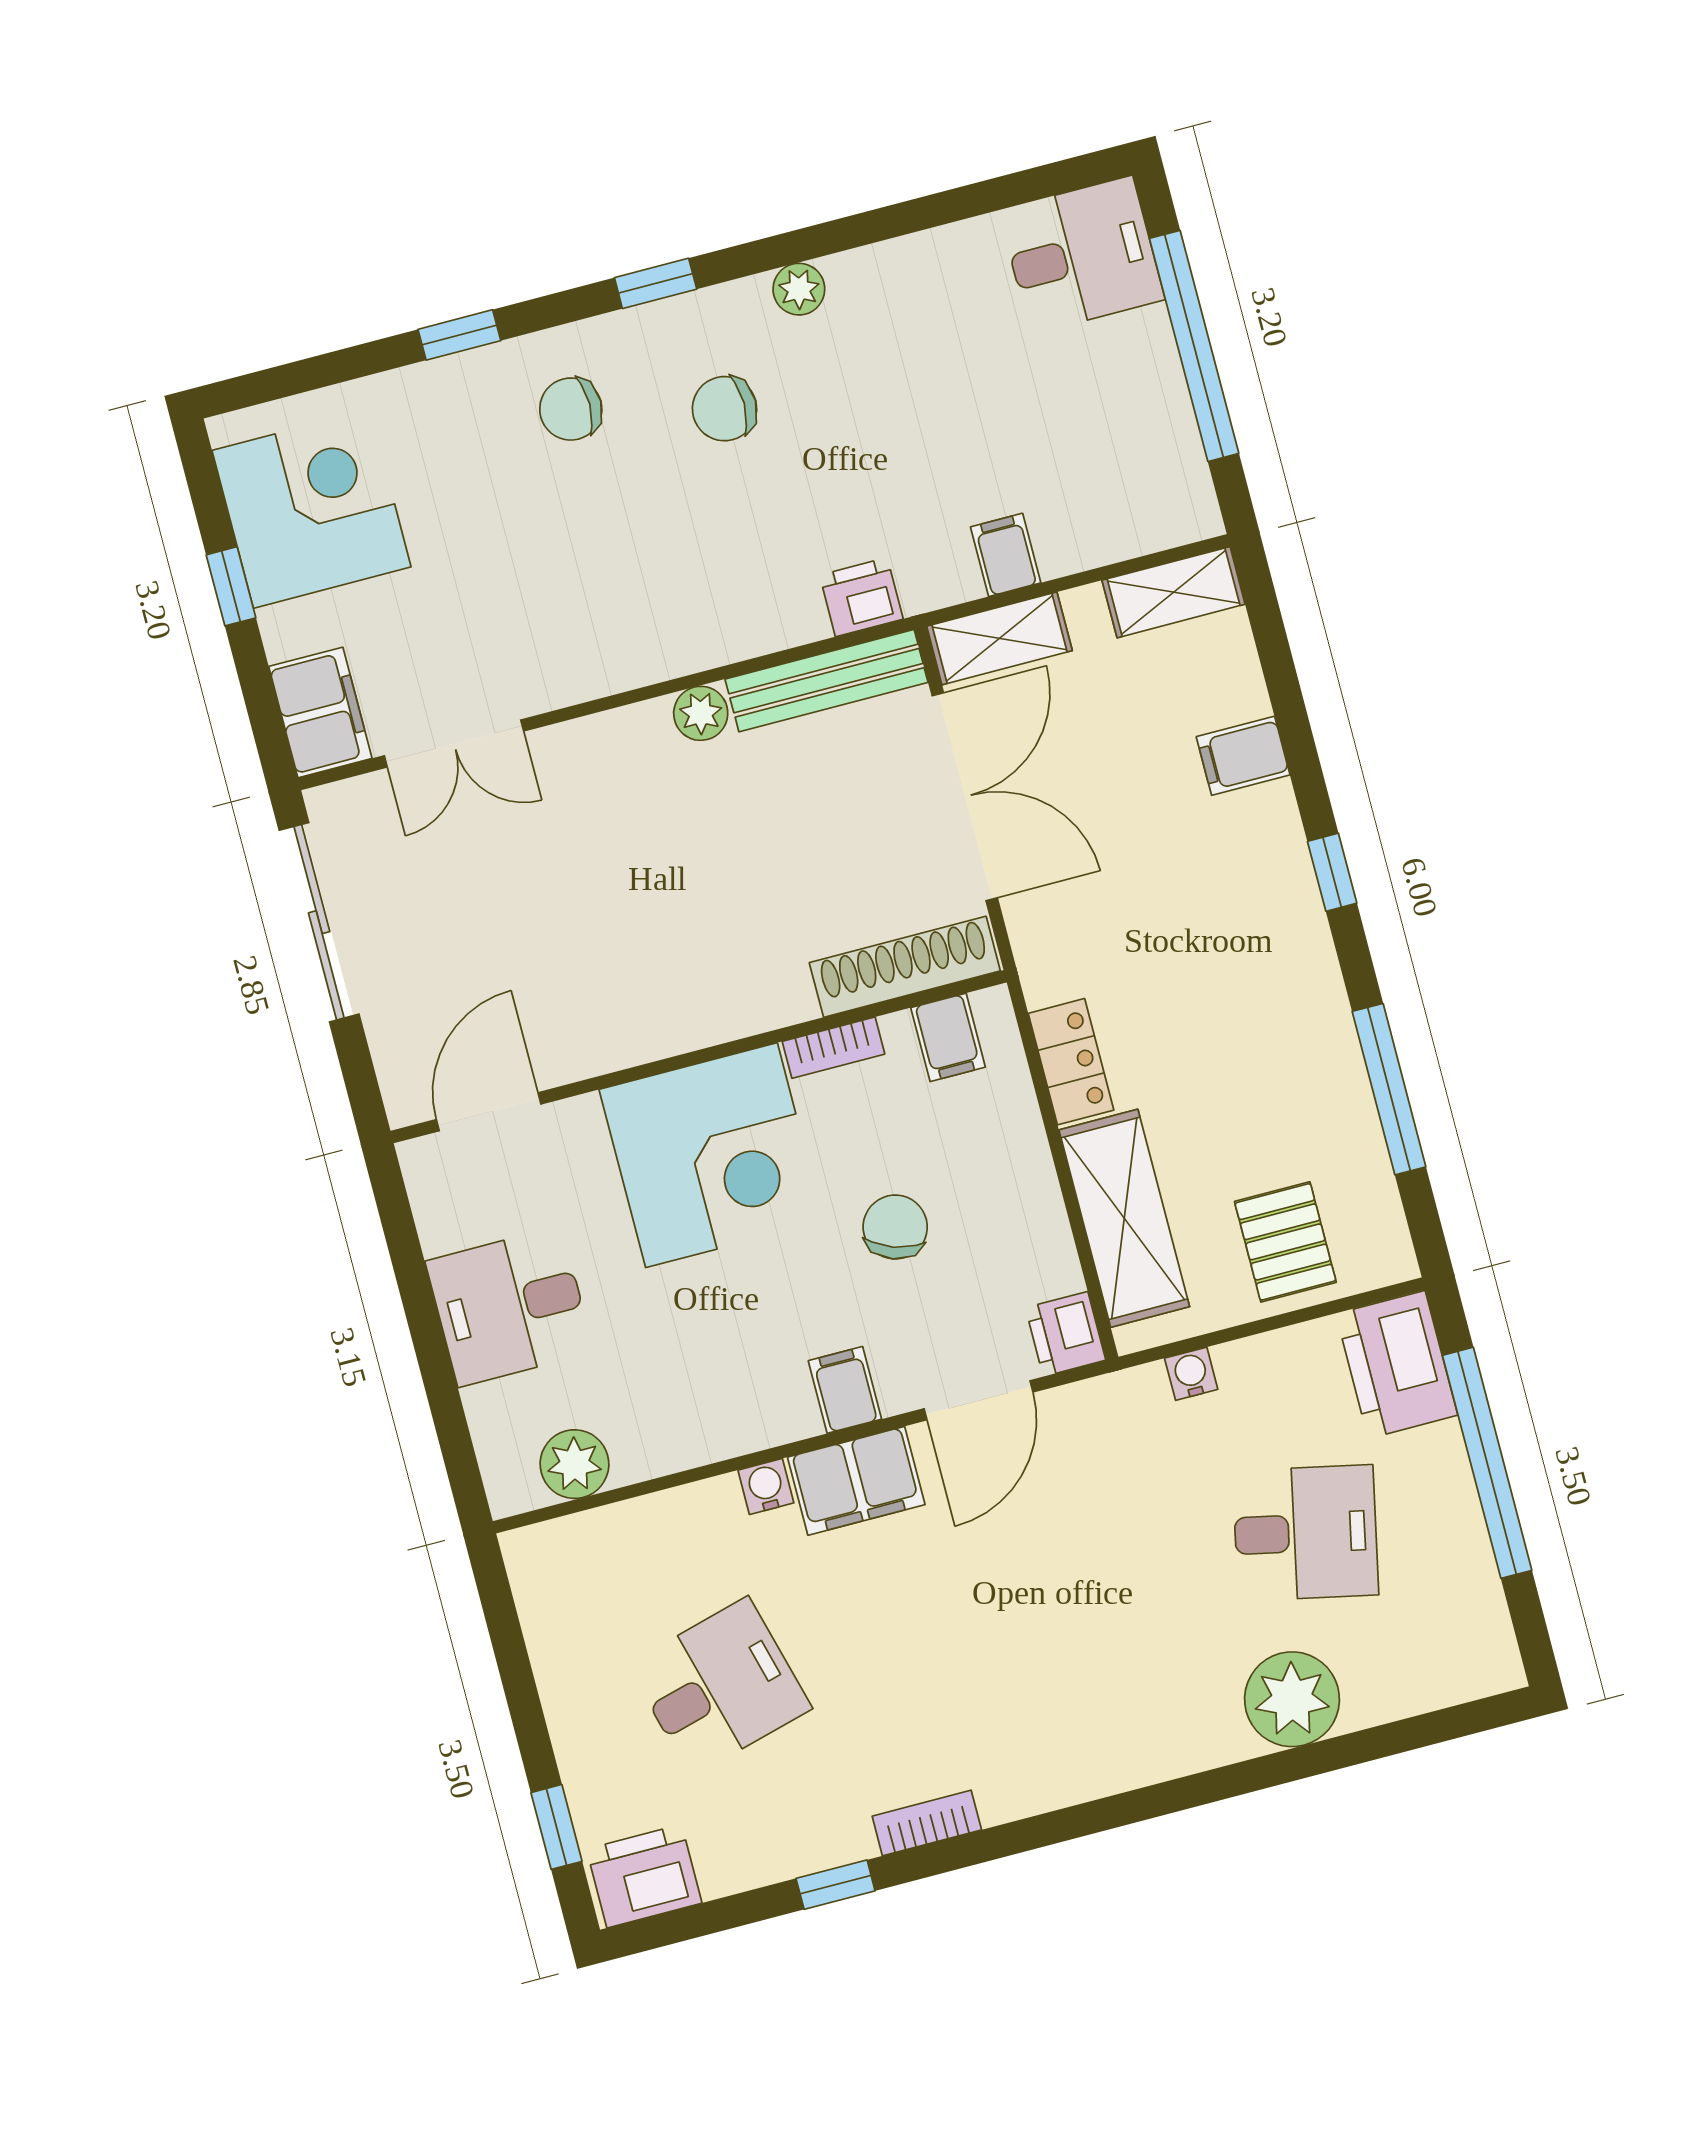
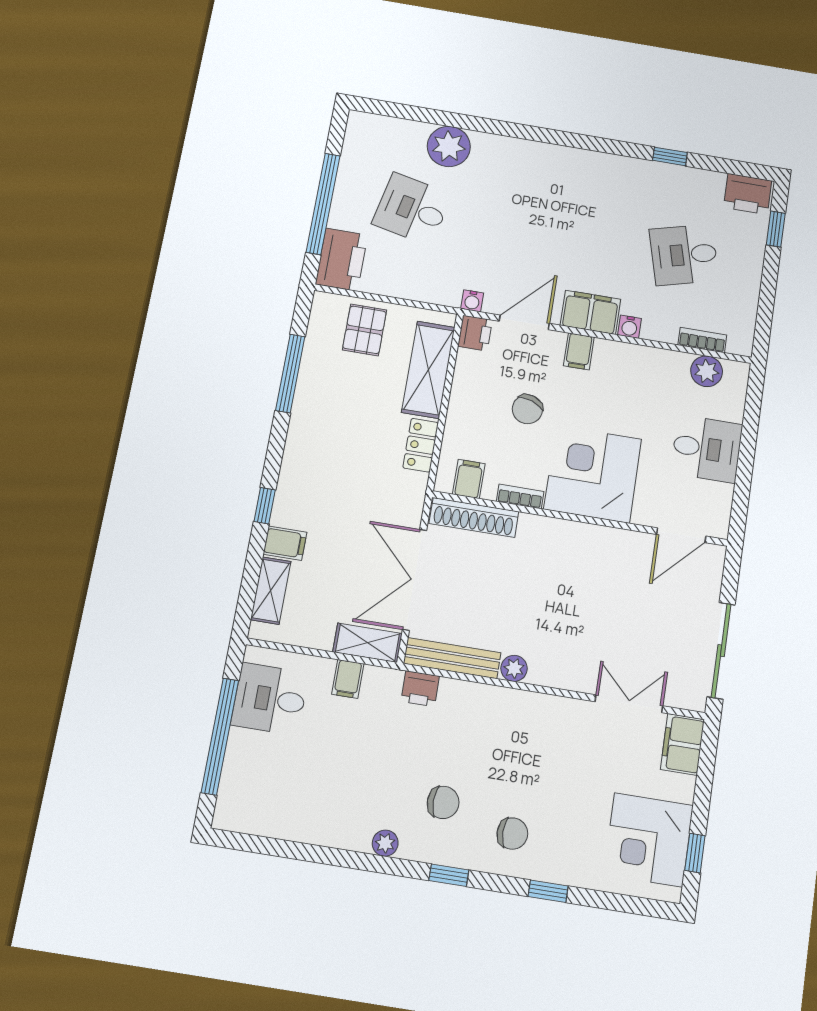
desk: (1082, 255) -> (270, 699), moved
window: (231, 586) -> (695, 853), moved
shelving: (1174, 592) -> (271, 591), moved, turned 90
window: (1332, 872) -> (265, 506), moved
water cooler: (1191, 1374) -> (472, 301), moved
bookcase: (927, 1823) -> (702, 340), moved, turned 180

